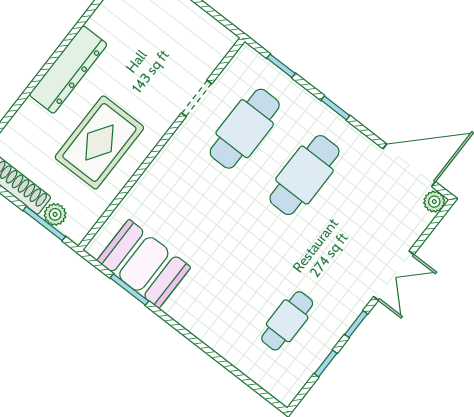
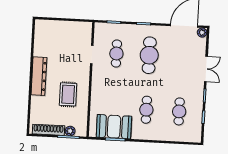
cafe table: (245, 129) -> (116, 53), width x0.73, depth x0.74
rug: (99, 142) -> (68, 94), width x0.73, depth x0.70
cafe table: (227, 274) -> (146, 110), added

